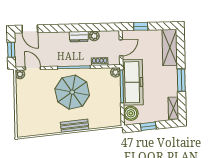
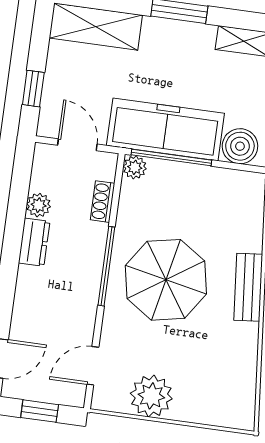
plant: (20, 74) -> (151, 396), moved, width x1.88, depth x1.88

